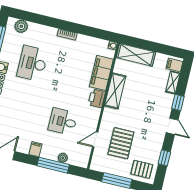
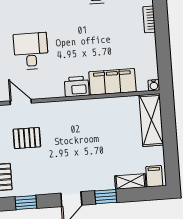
shelving: (115, 91) -> (94, 108), removed
pallet: (121, 143) -> (27, 138), width x0.67, depth x0.71

